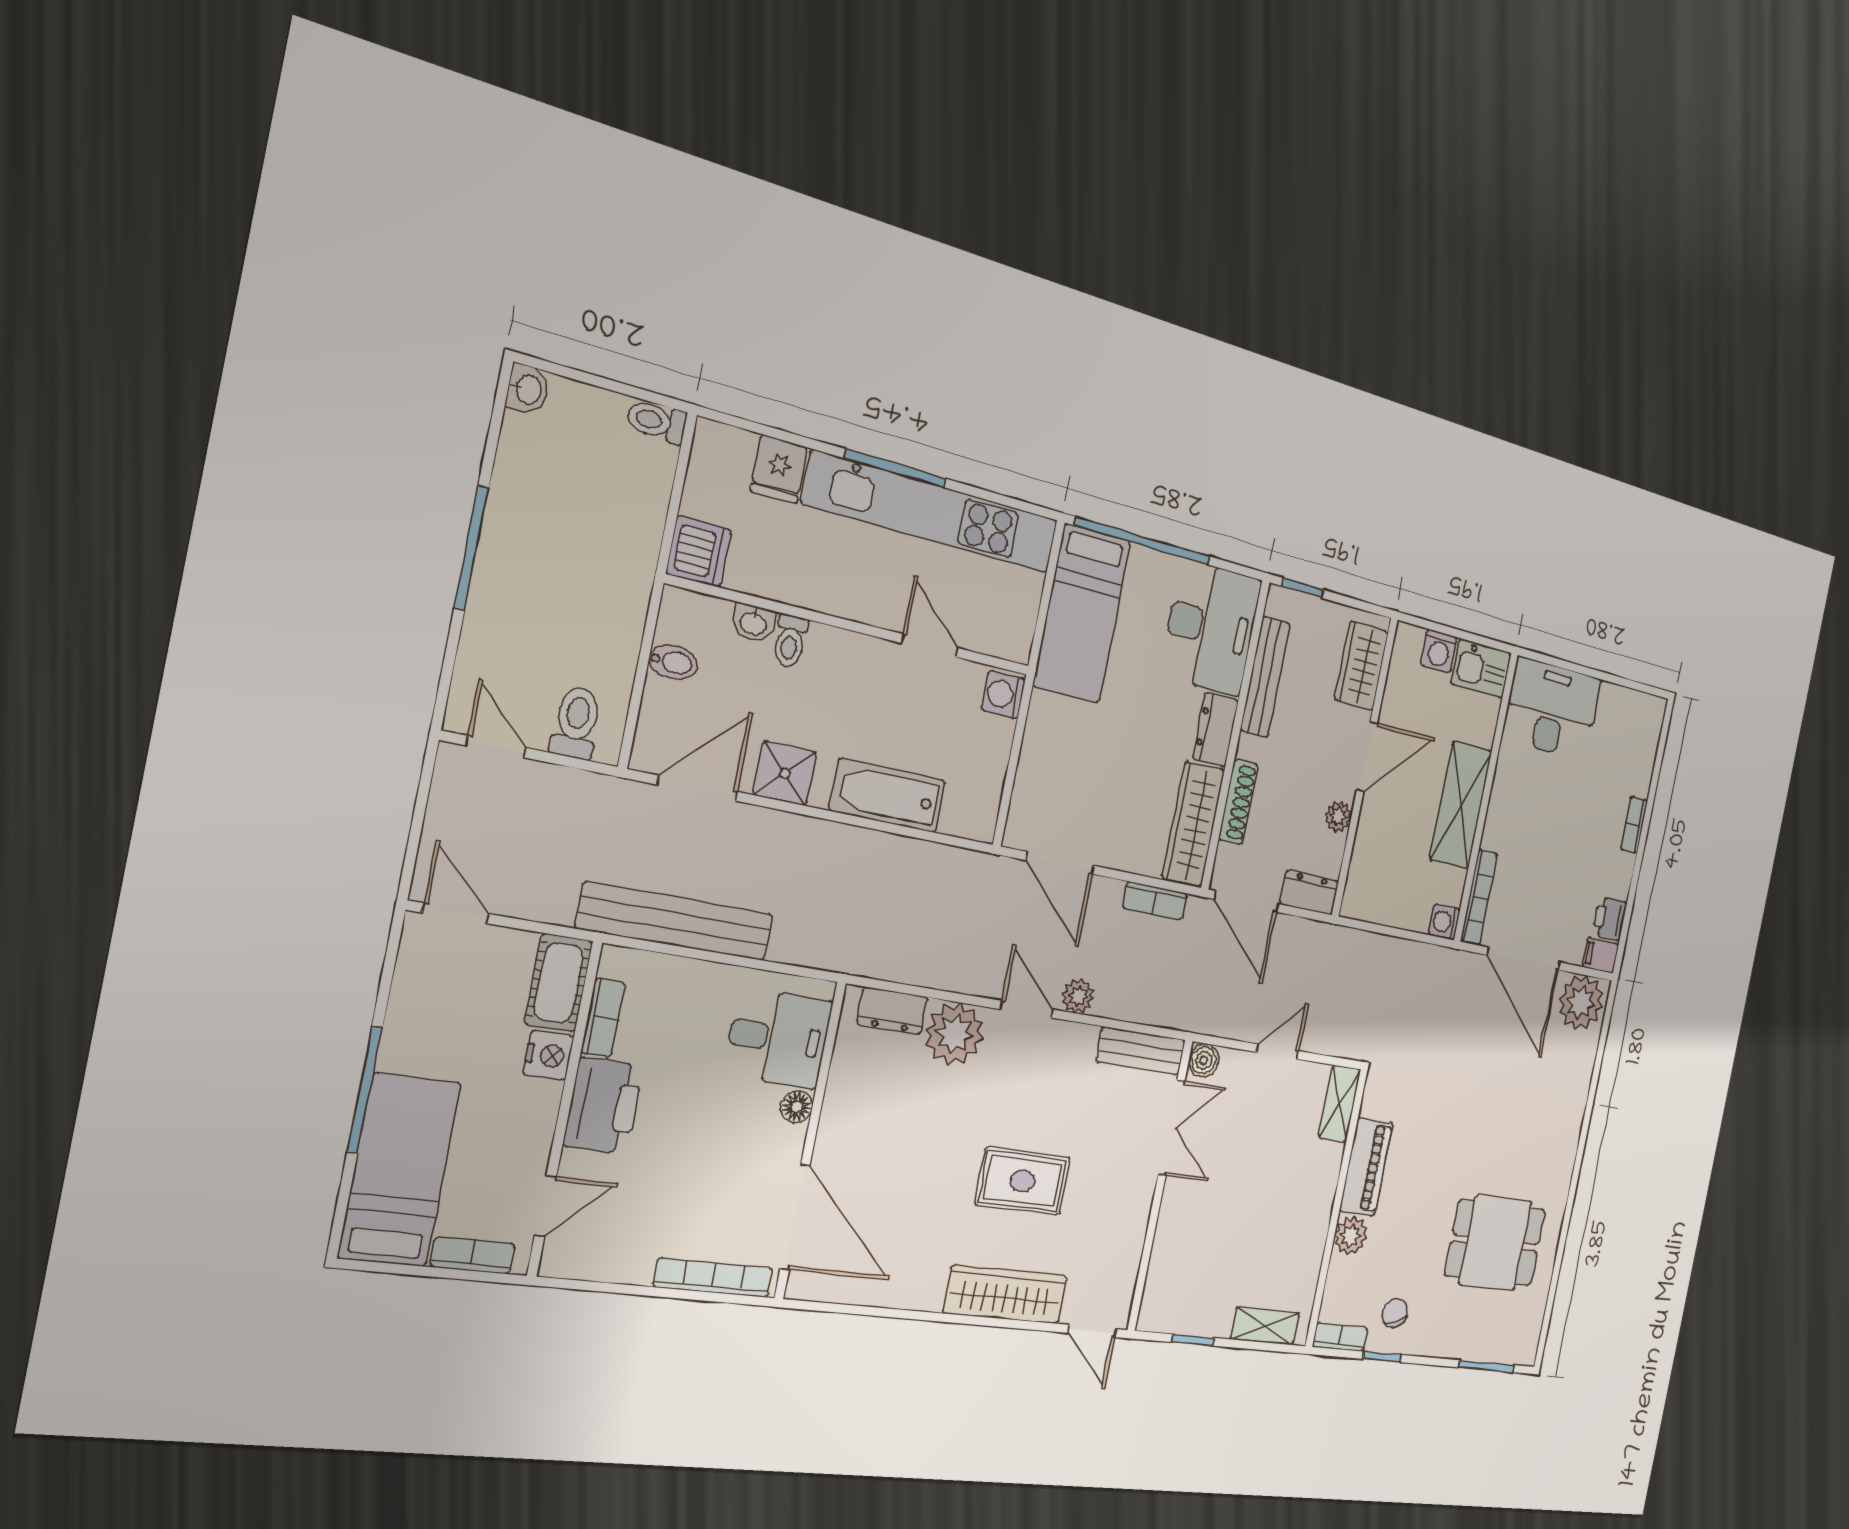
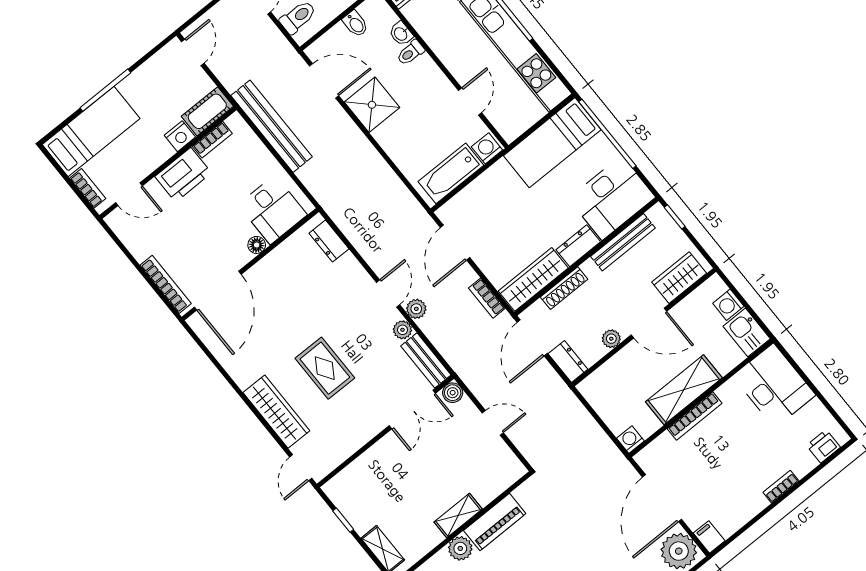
shower: (785, 773) -> (372, 105), width x1.36, depth x1.36
bathtub: (888, 795) -> (451, 173), moved, turned -90
bookcase: (1479, 898) -> (695, 416), moved
printer: (1610, 919) -> (823, 446), moved
plant: (954, 1034) -> (402, 330), moved, width x0.53, depth x0.53
shelving: (1340, 1104) -> (458, 516), moved

